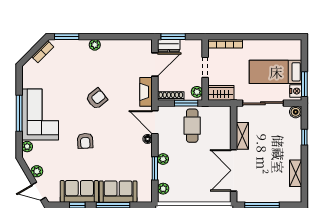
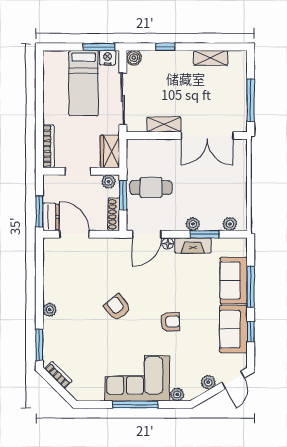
fireplace: (146, 92) -> (193, 245), moved

